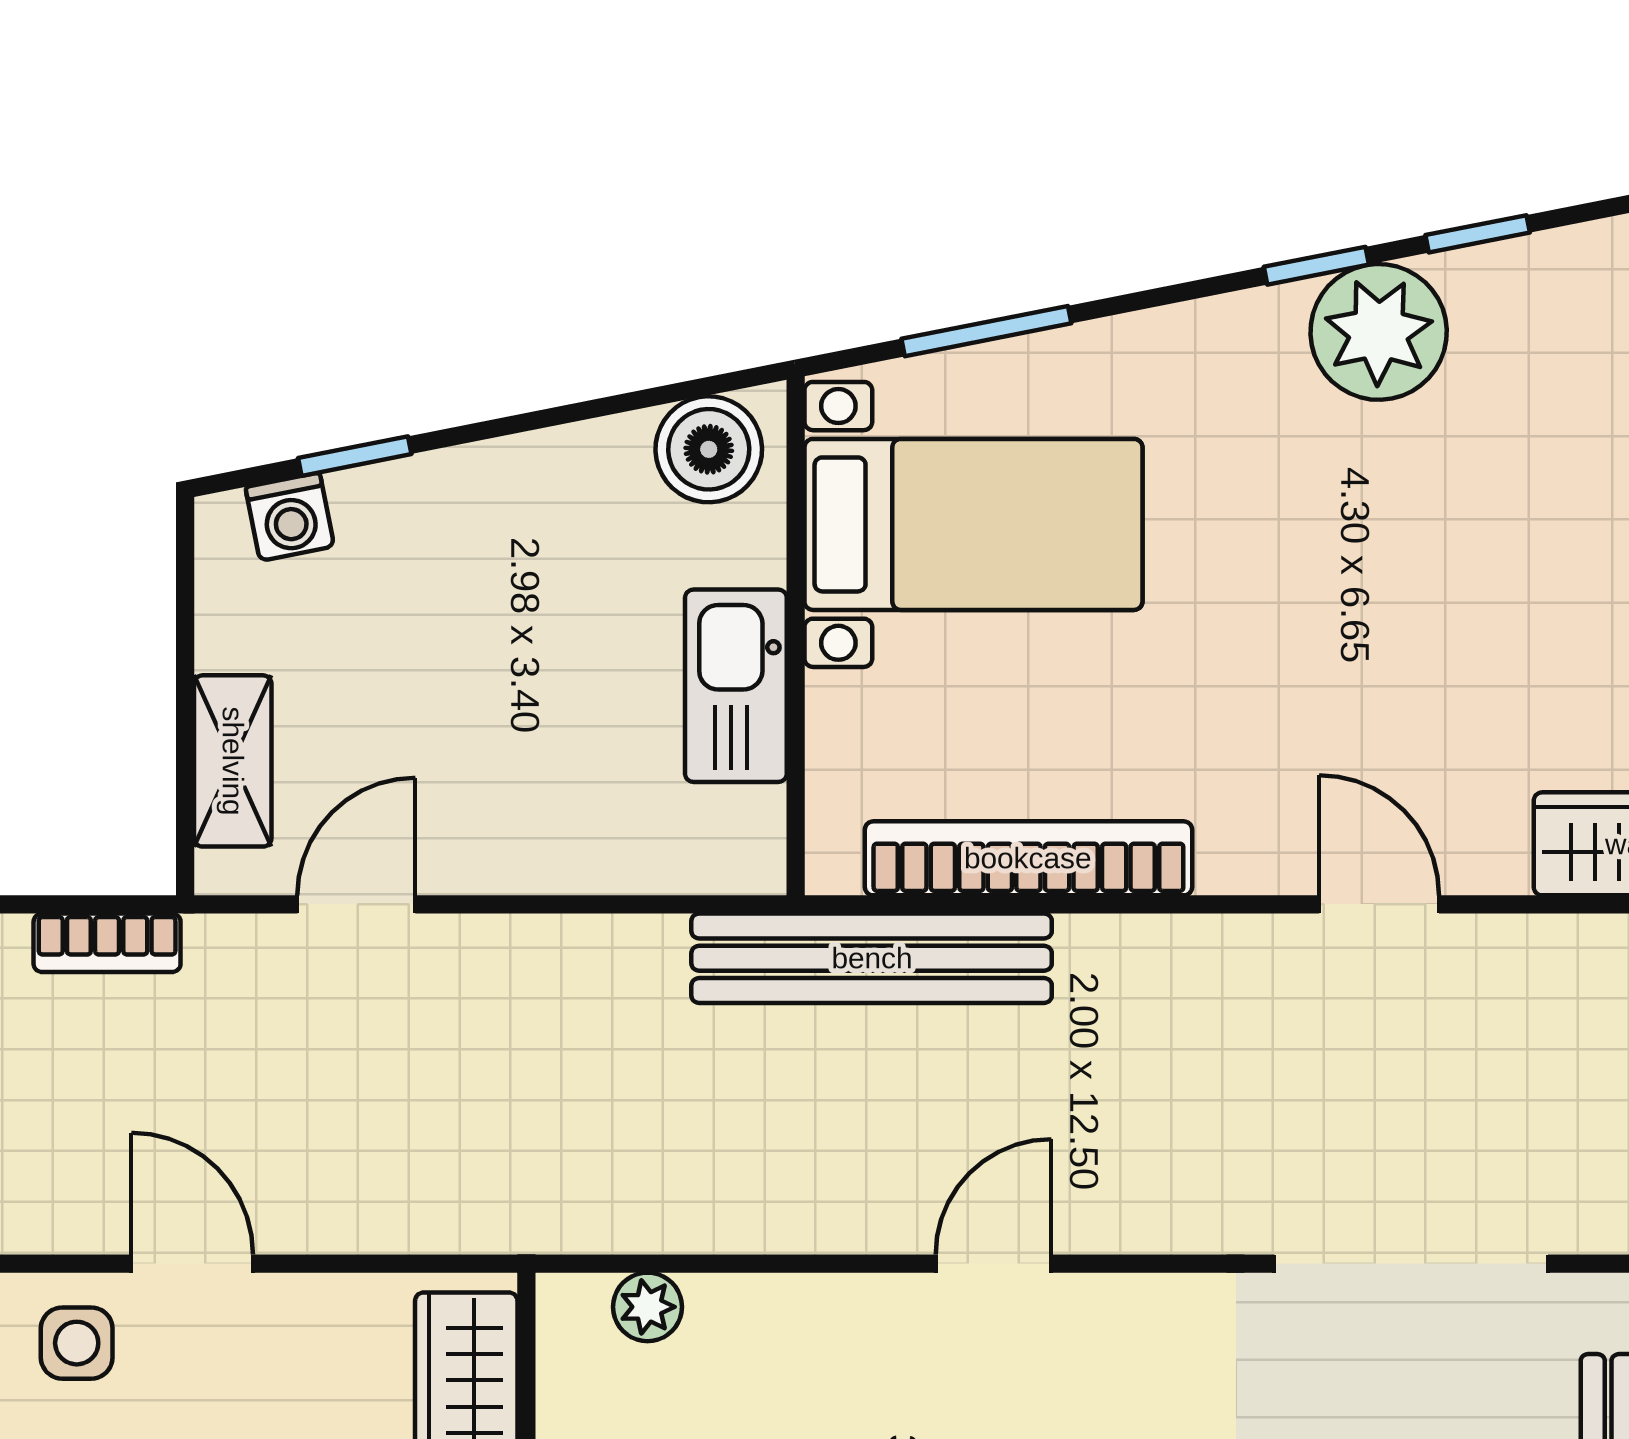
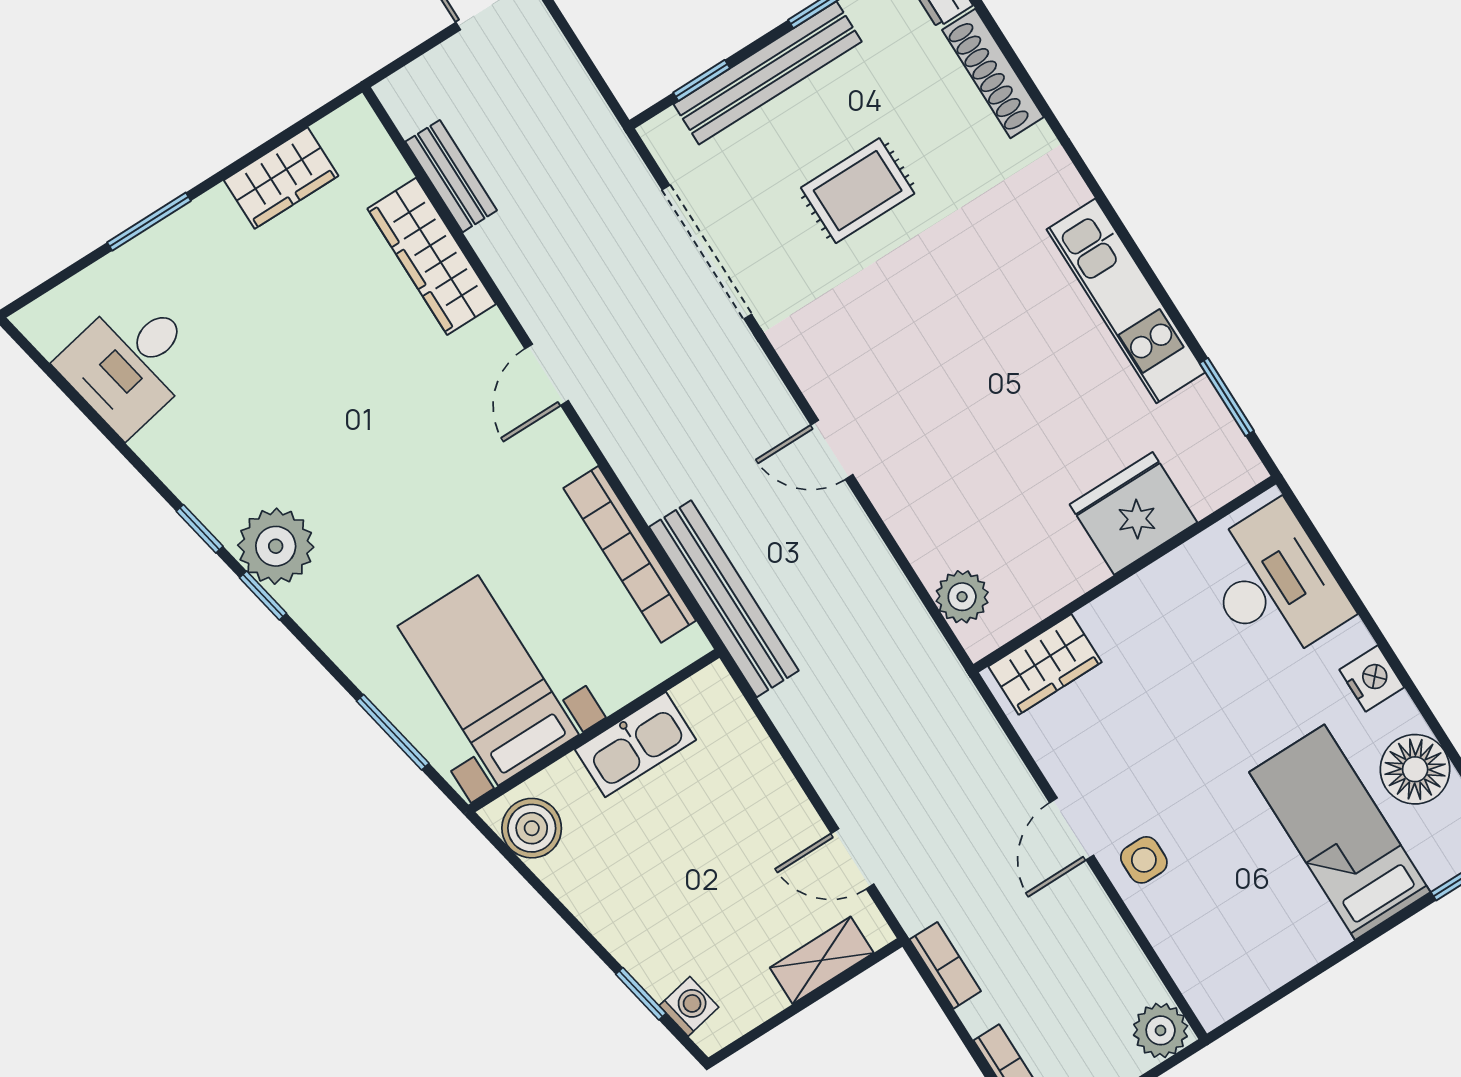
plant: (647, 1307) -> (962, 597), width x1.38, depth x1.38

